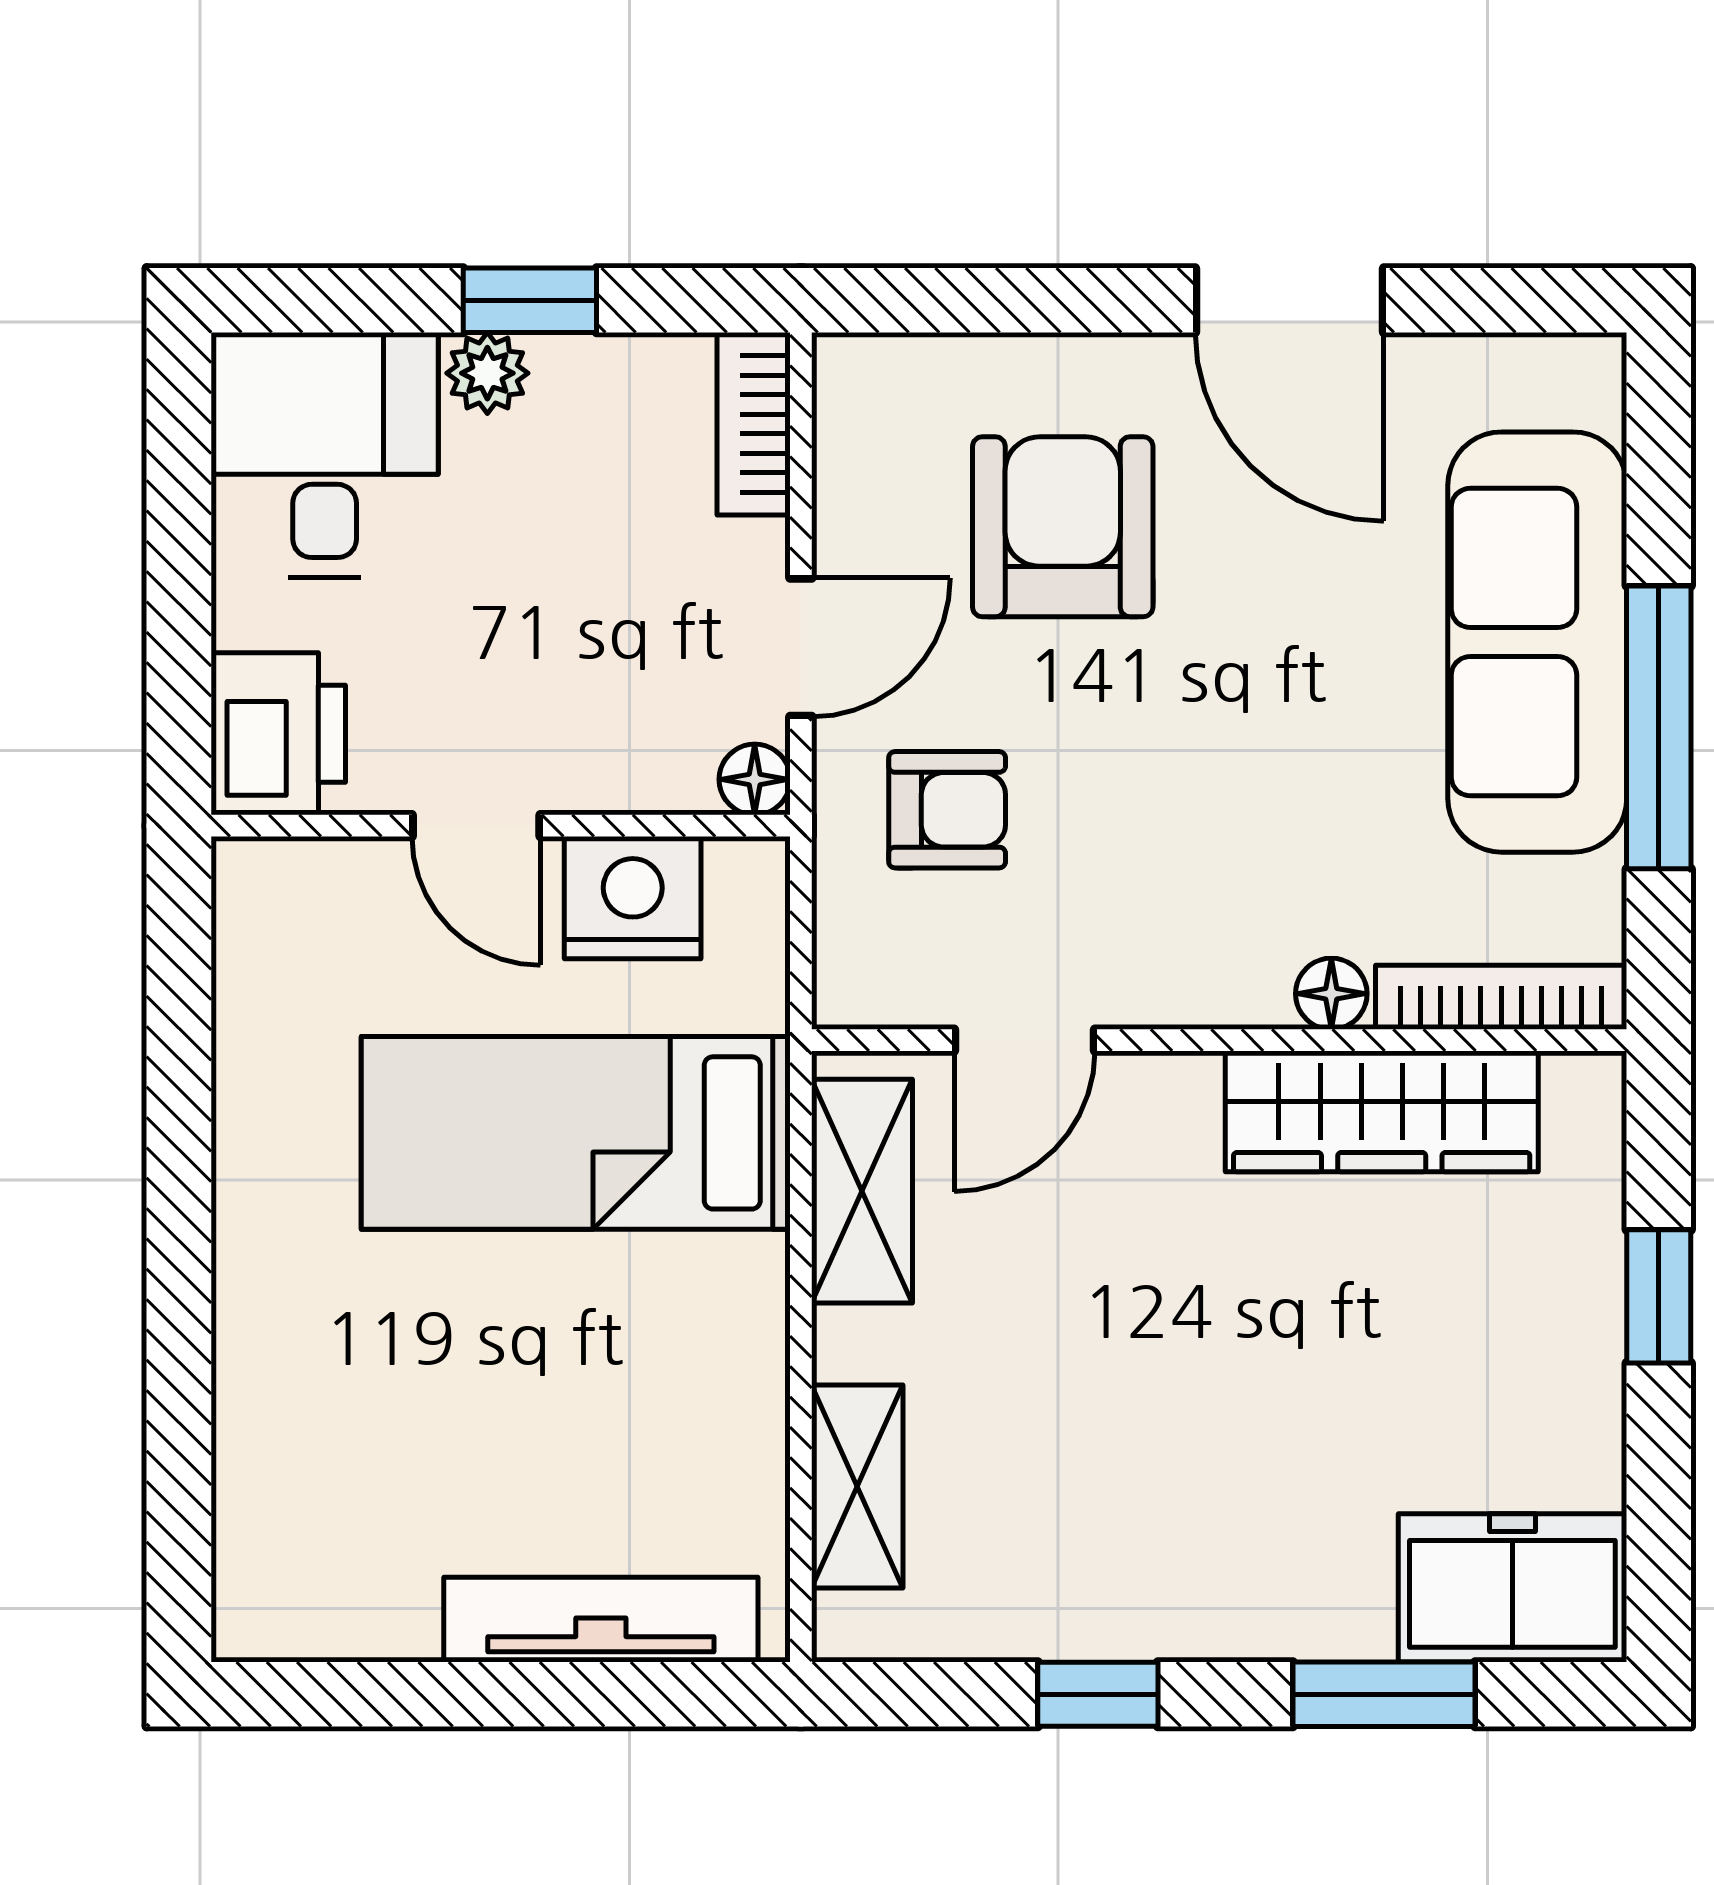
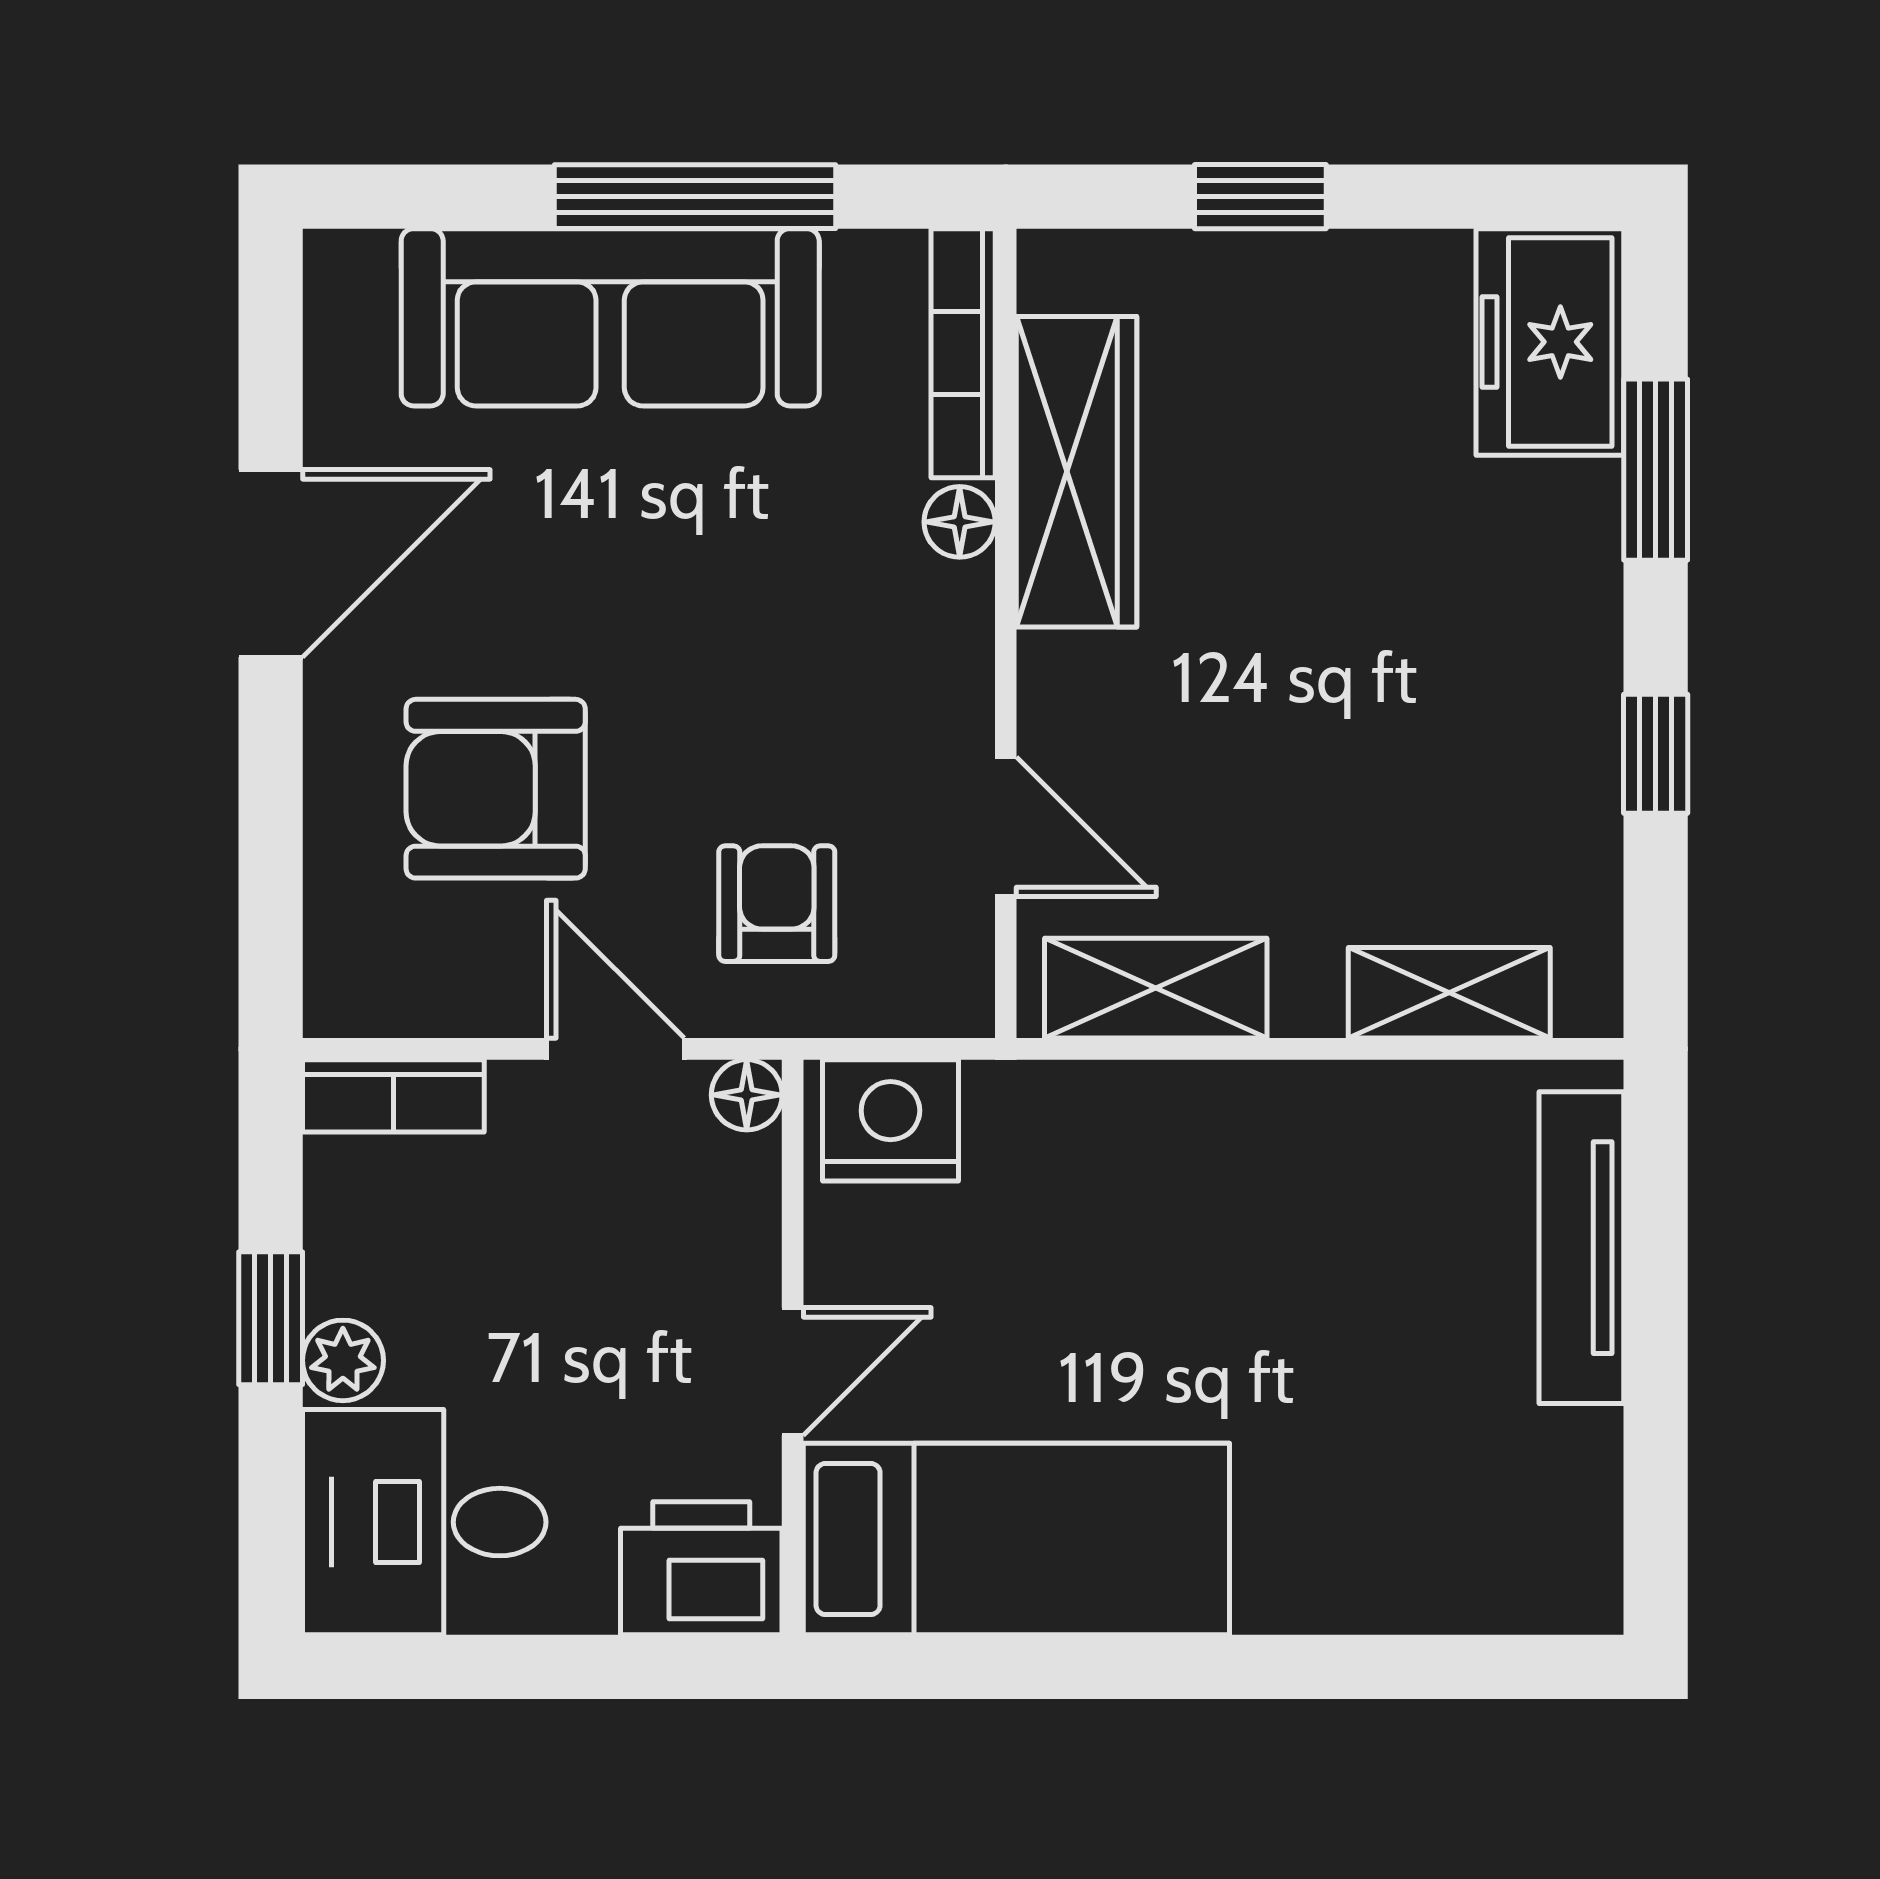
nightstand: (633, 898) -> (890, 1120), moved, turned 90
bed: (576, 1133) -> (1016, 1539), moved, turned -90

